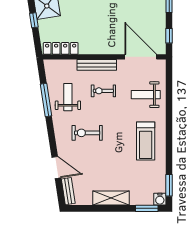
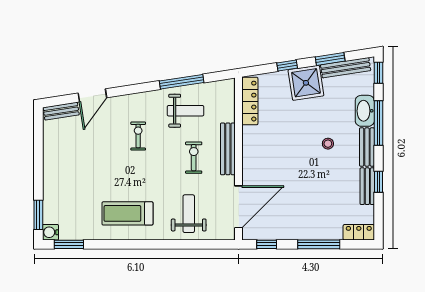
exercise bike: (87, 133) -> (138, 136), width x0.73, depth x0.72
shelving: (111, 198) -> (52, 168), removed

